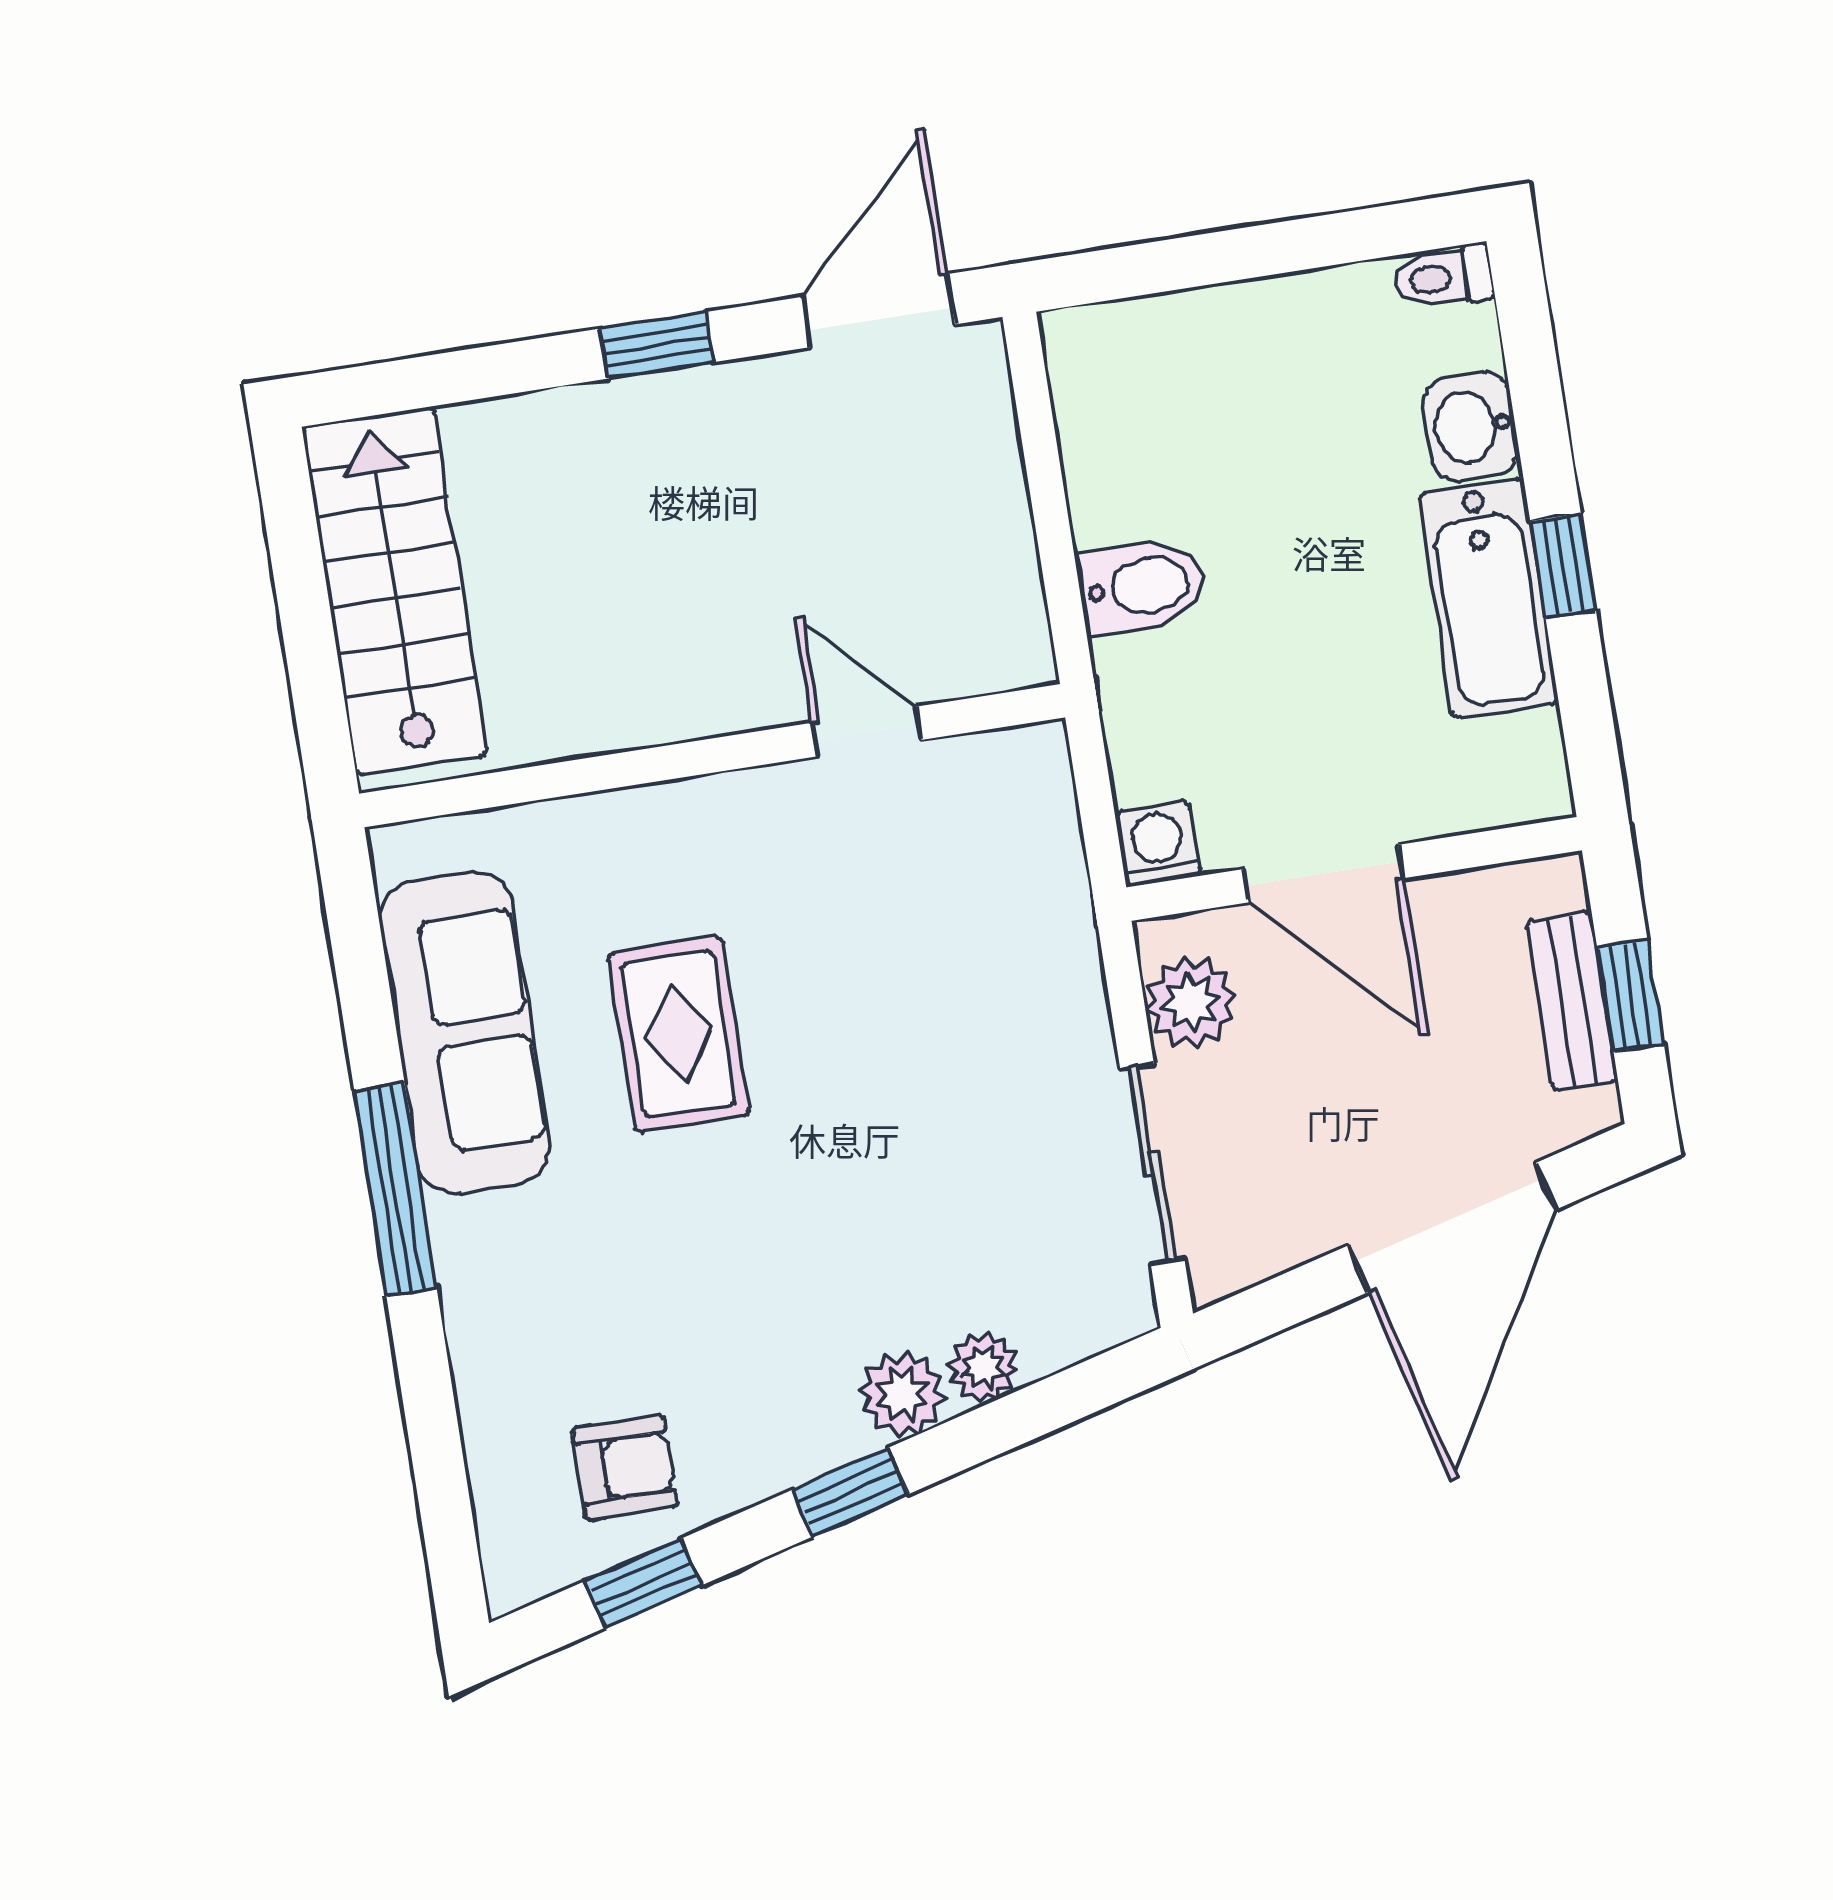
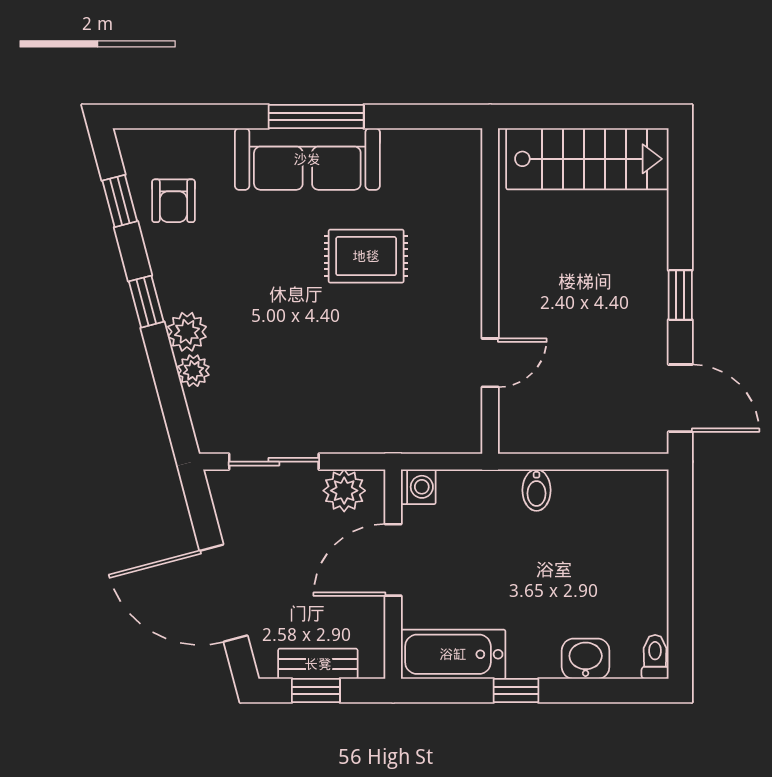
bidet: (1141, 586) -> (537, 490), width x0.72, depth x0.74
bathtub: (1488, 598) -> (453, 654), moved
sofa: (464, 1032) -> (307, 159), moved

